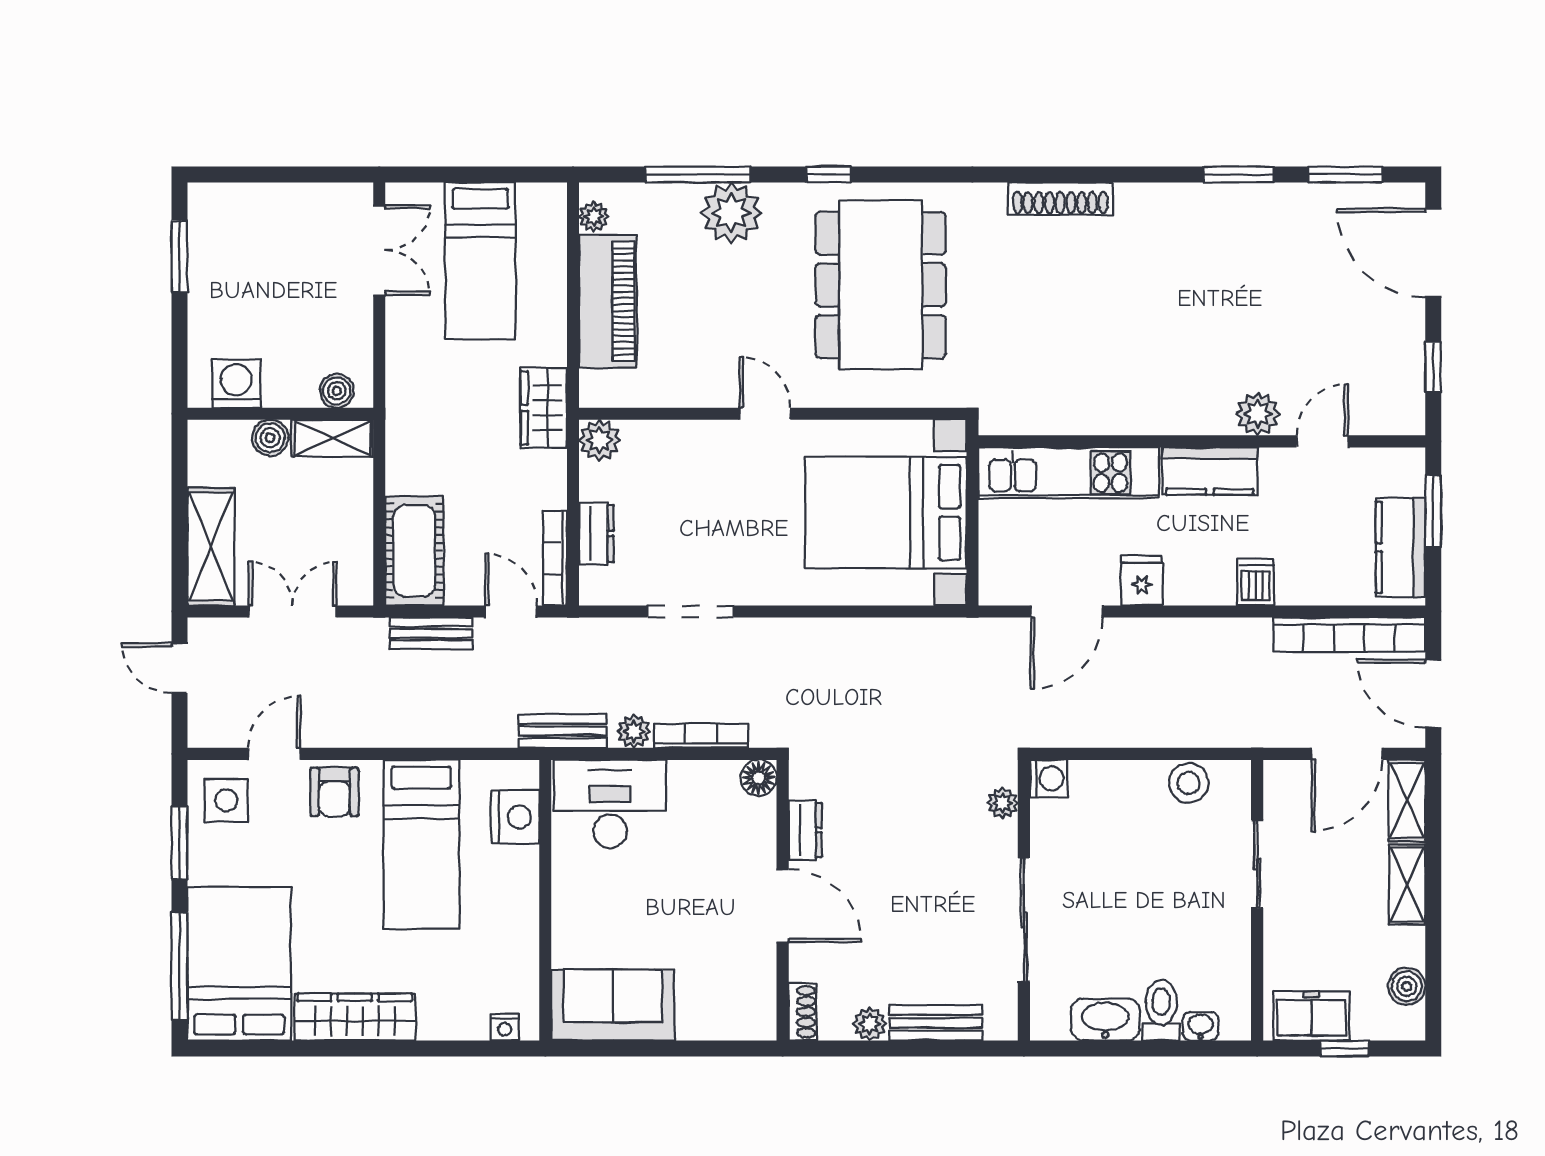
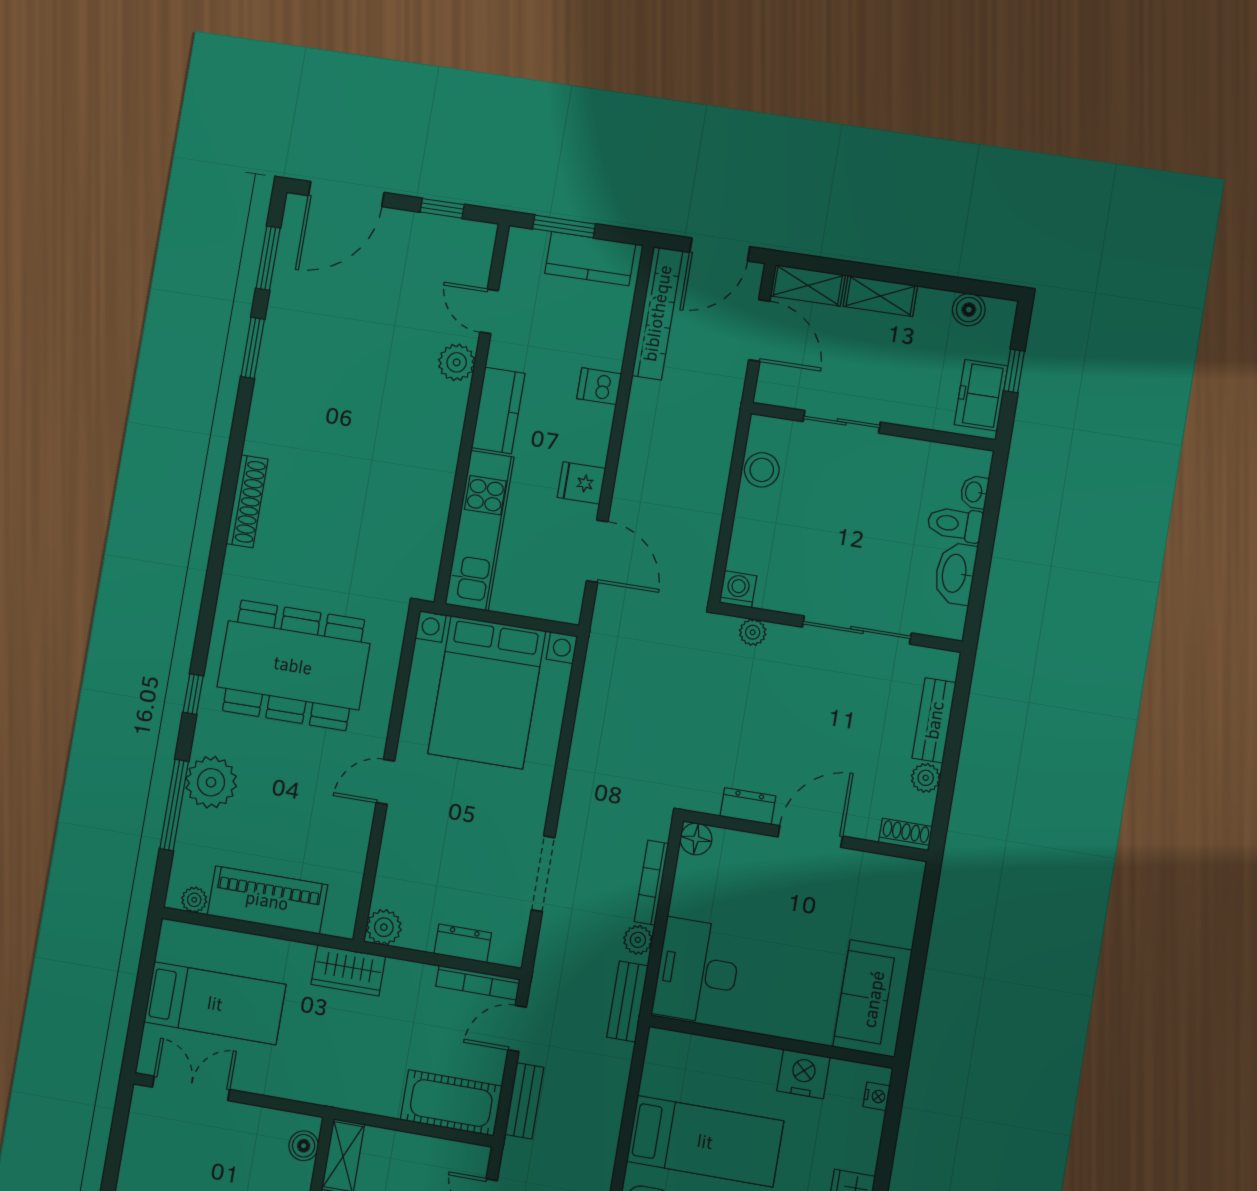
nightstand: (515, 817) -> (803, 1074), moved

